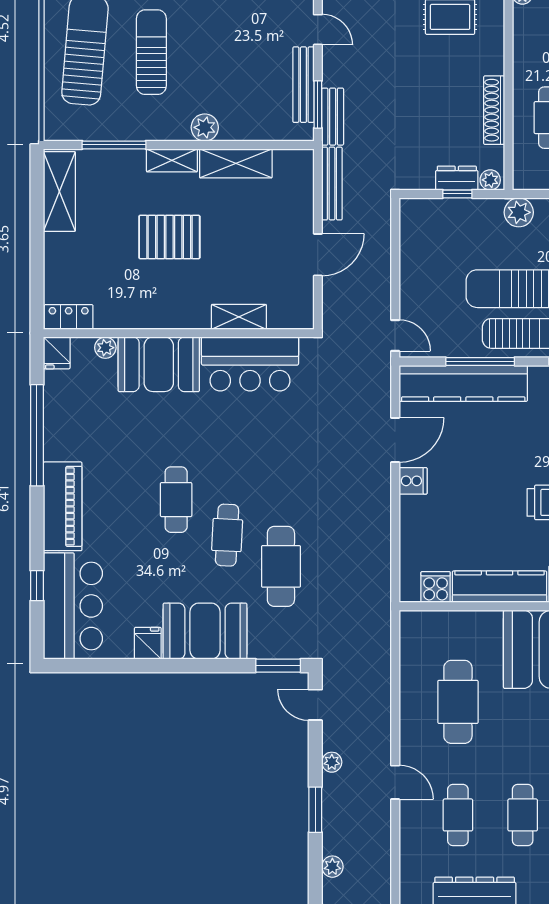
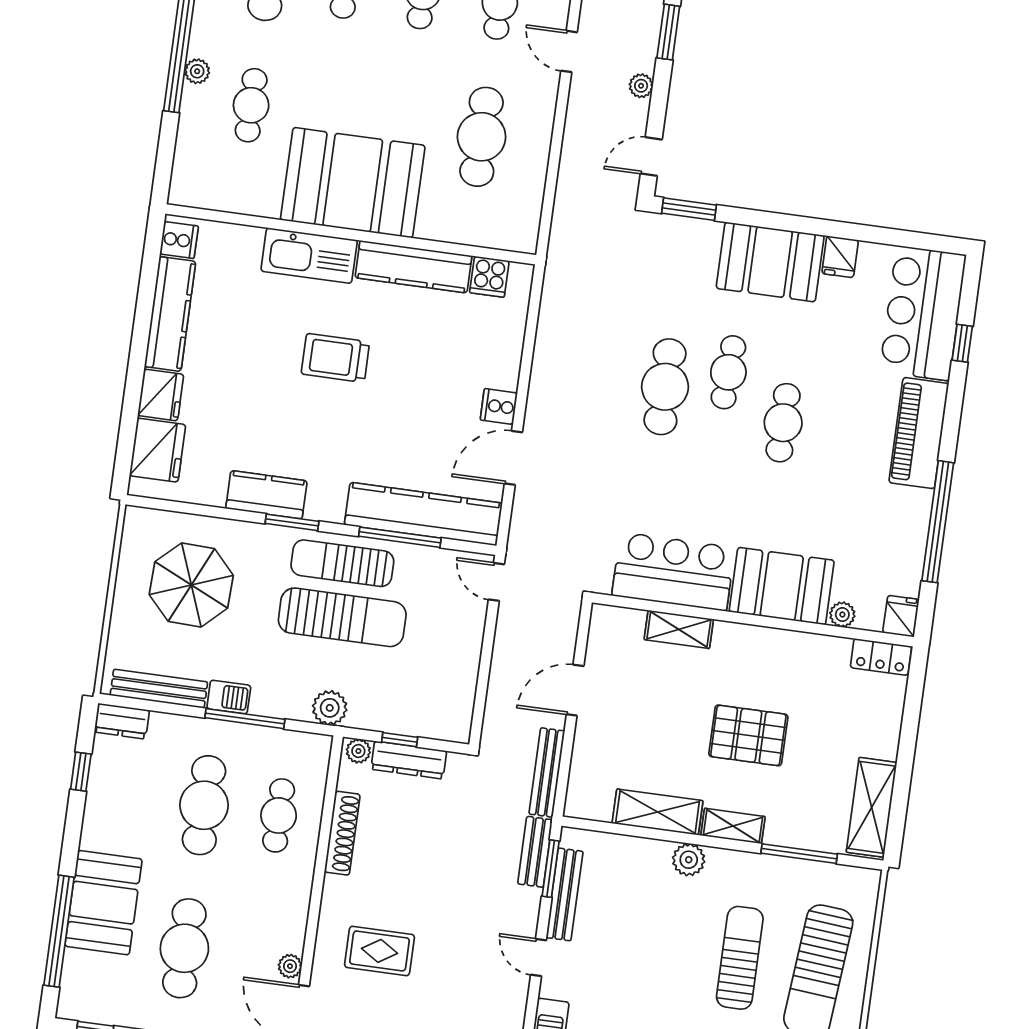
sun lounger: (151, 52) -> (740, 958), turned 180
dresser: (457, 178) -> (409, 760), width x1.44
cafe table: (281, 566) -> (665, 387), moved
door: (315, 705) -> (651, 157), swing flipped

